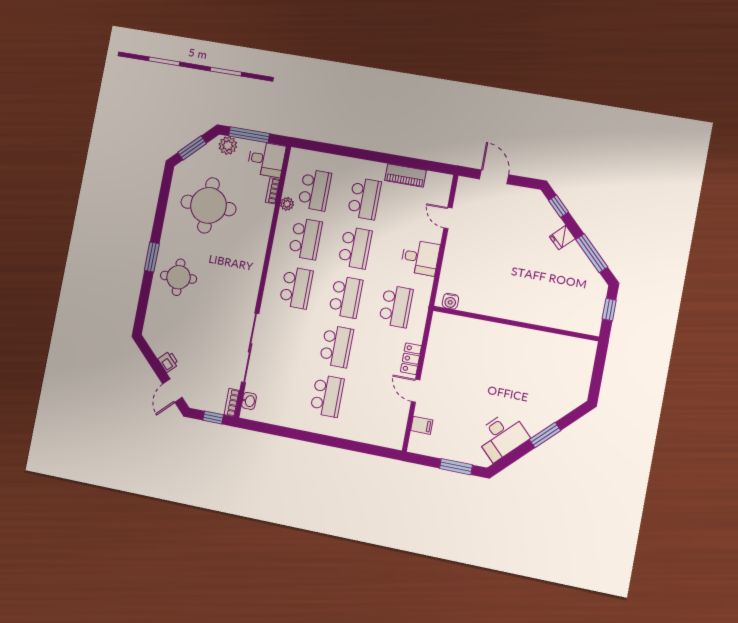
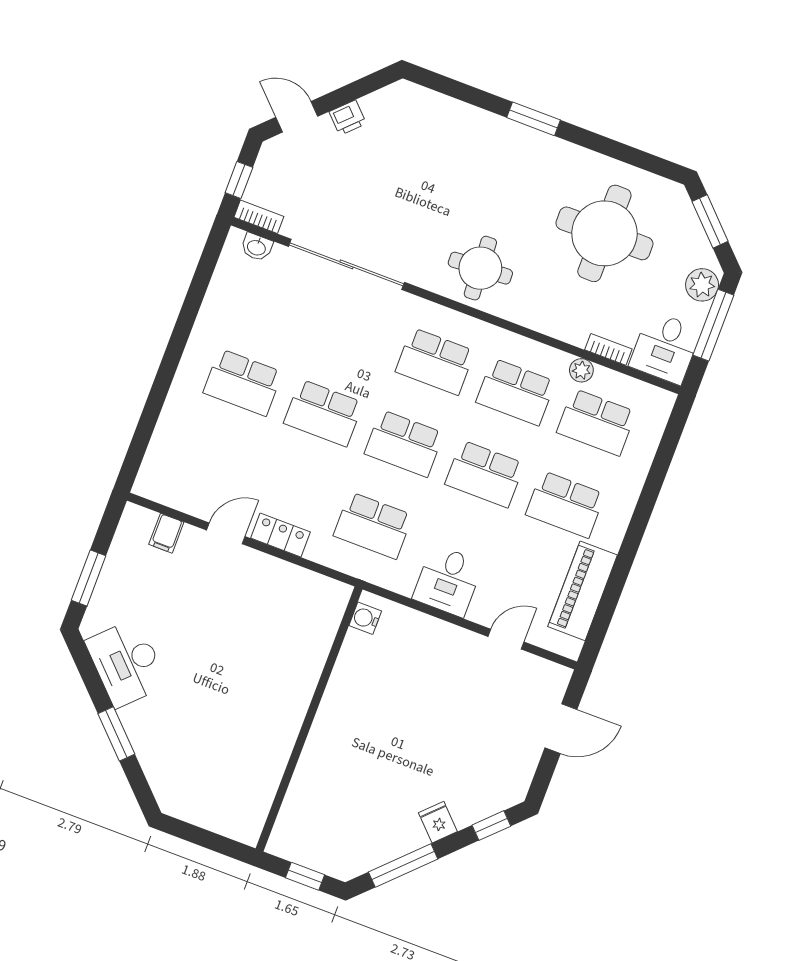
piano: (406, 175) -> (583, 591), width x1.37, depth x1.33
round table: (179, 277) -> (480, 268), moved

